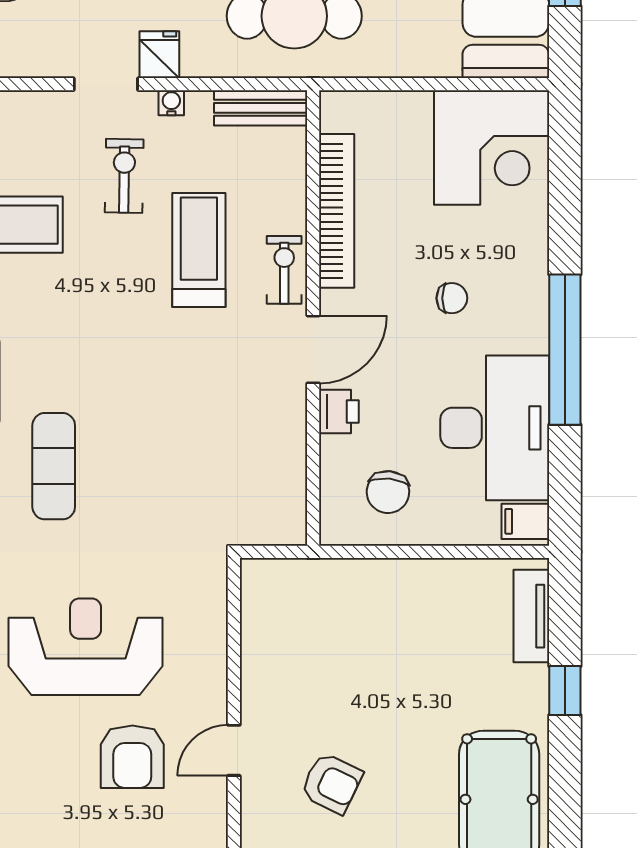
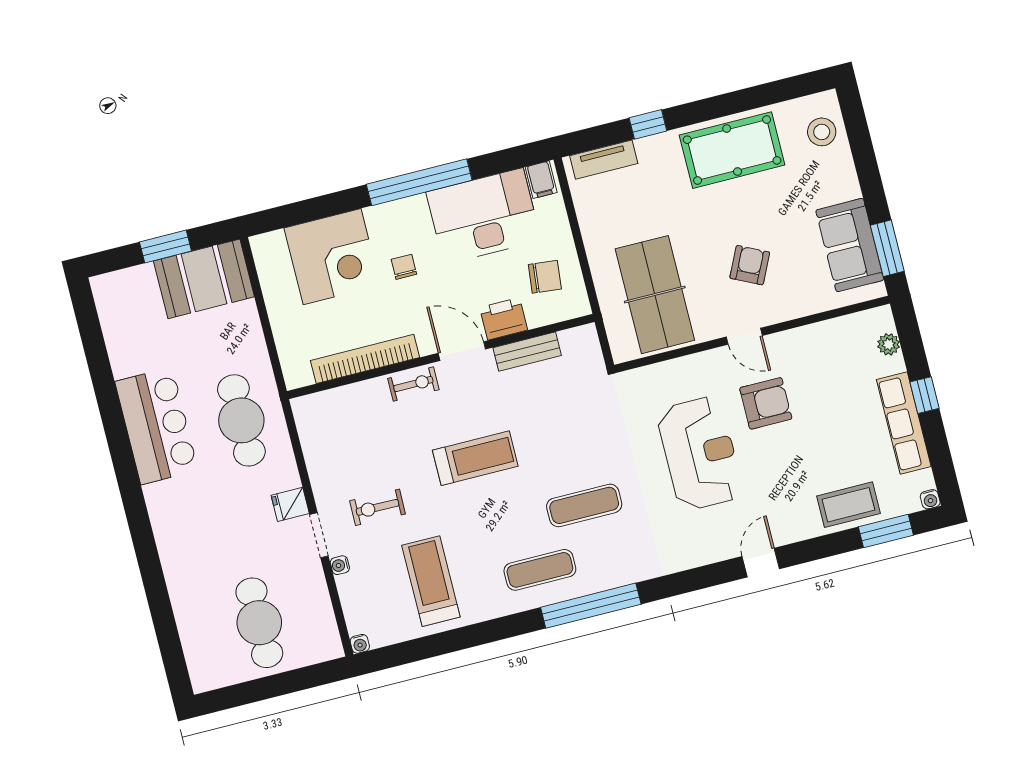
water cooler: (171, 103) -> (340, 565), moved
bench: (261, 108) -> (527, 352), moved, turned 90
corner desk: (492, 148) -> (332, 257), moved, turned 90
treadmill: (199, 250) -> (475, 458), moved, turned 180
exercise bike: (284, 270) -> (413, 384), turned 180
printer: (339, 412) -> (504, 319), width x1.36, depth x1.24
table tennis table: (324, 640) -> (655, 295), added
reception desk: (86, 647) -> (700, 453), turned 180

